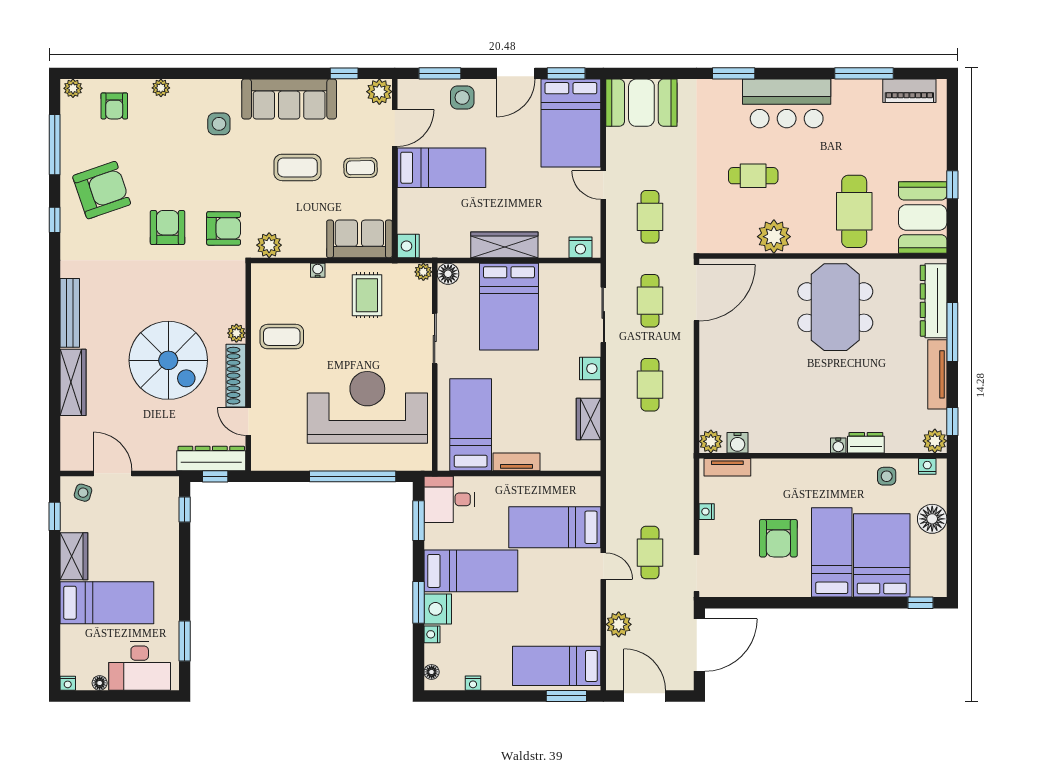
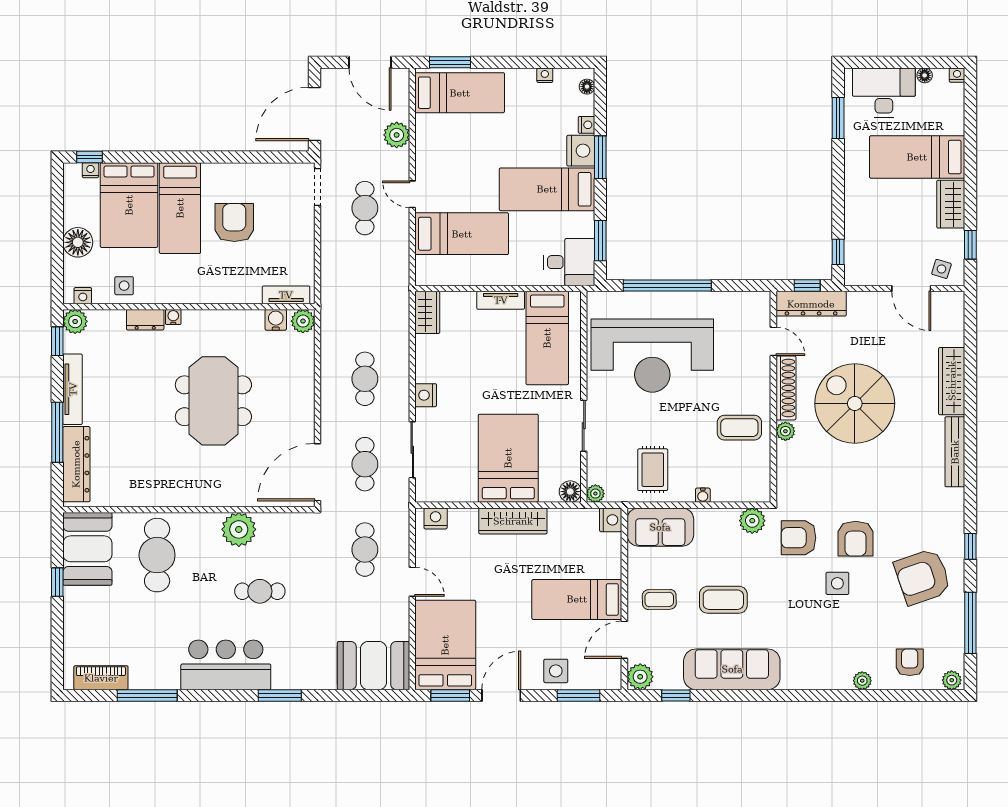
side table: (219, 124) -> (837, 583), moved
meeting table: (835, 307) -> (213, 401), moved
wardrobe: (589, 419) -> (427, 312), moved
nightstand: (707, 512) -> (90, 170), moved, turned -90

